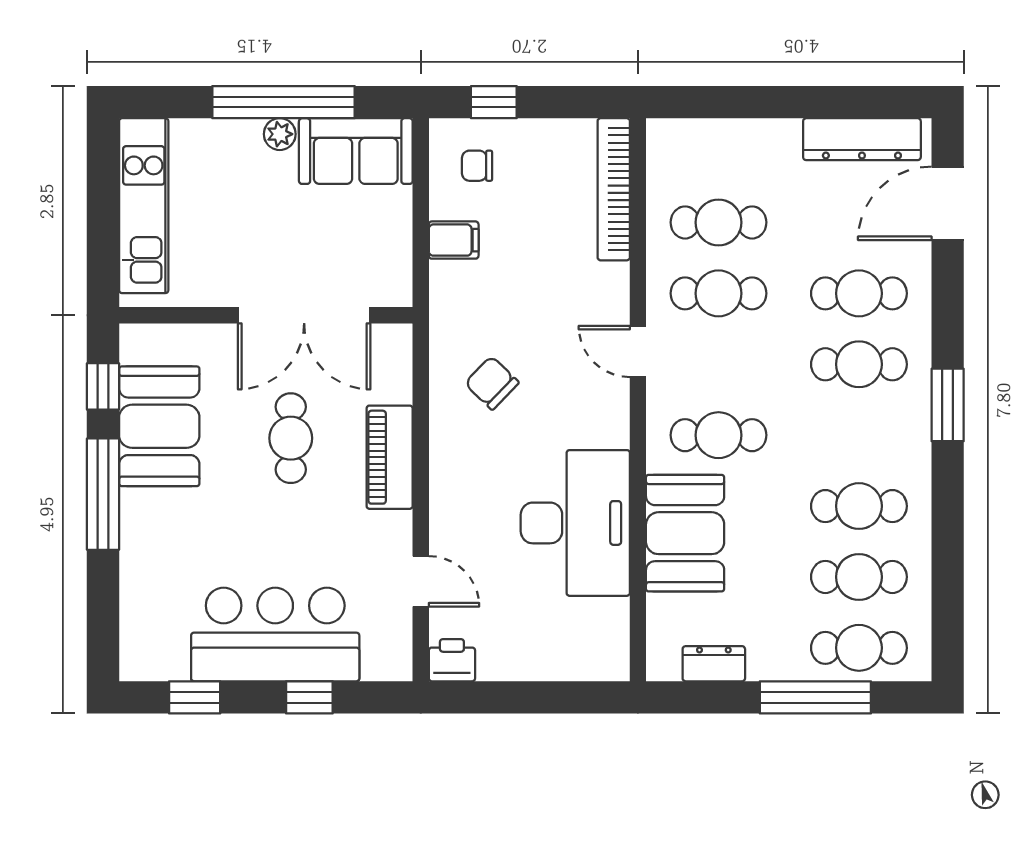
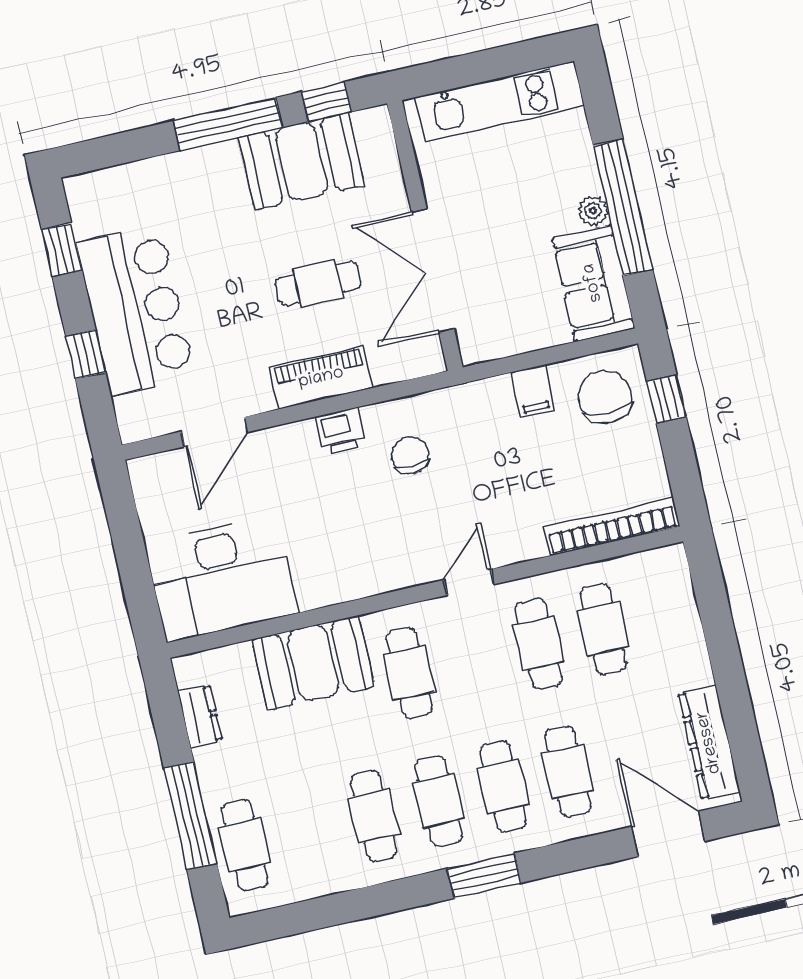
chair: (477, 166) -> (605, 397), width x1.87, depth x1.87
chair: (492, 383) -> (410, 455), turned -44
desk: (575, 523) -> (222, 578), moved
cafe table: (859, 577) -> (438, 801), moved
door: (421, 581) -> (214, 432), width x1.38
printer: (452, 660) -> (341, 431), moved, turned 90

